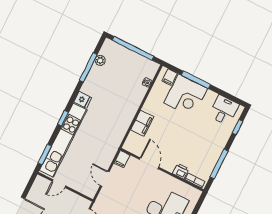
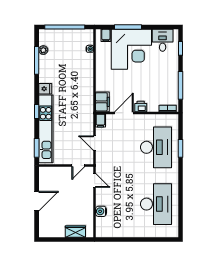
corner desk: (186, 96) -> (131, 49), width x1.36, depth x1.36
filing cabinet: (142, 123) -> (102, 102), moved
door: (149, 163) -> (124, 113), hinge flipped
printer: (181, 171) -> (141, 107), moved
door: (59, 184) -> (78, 166), moved

